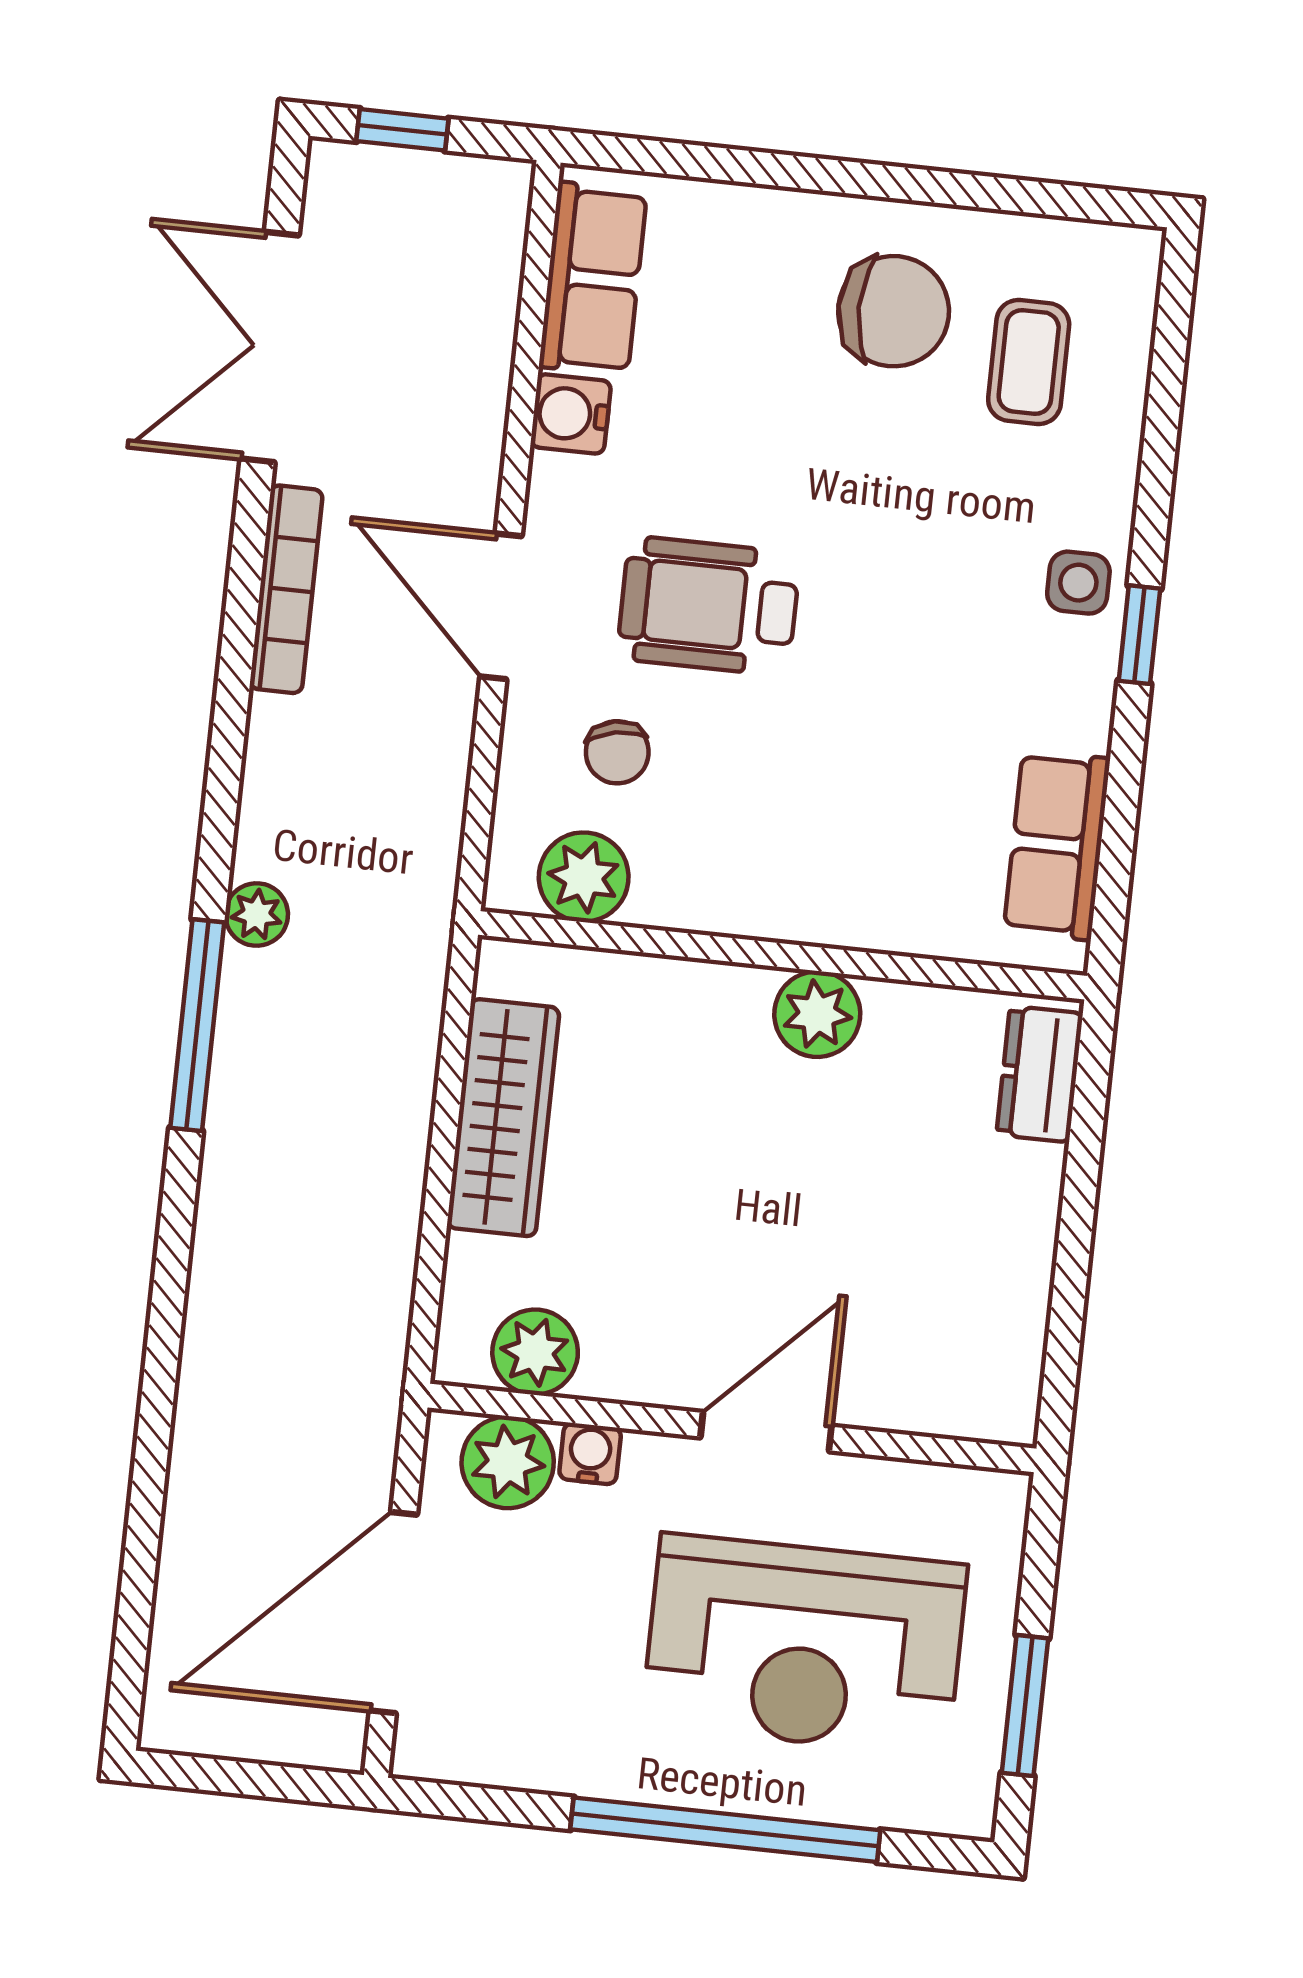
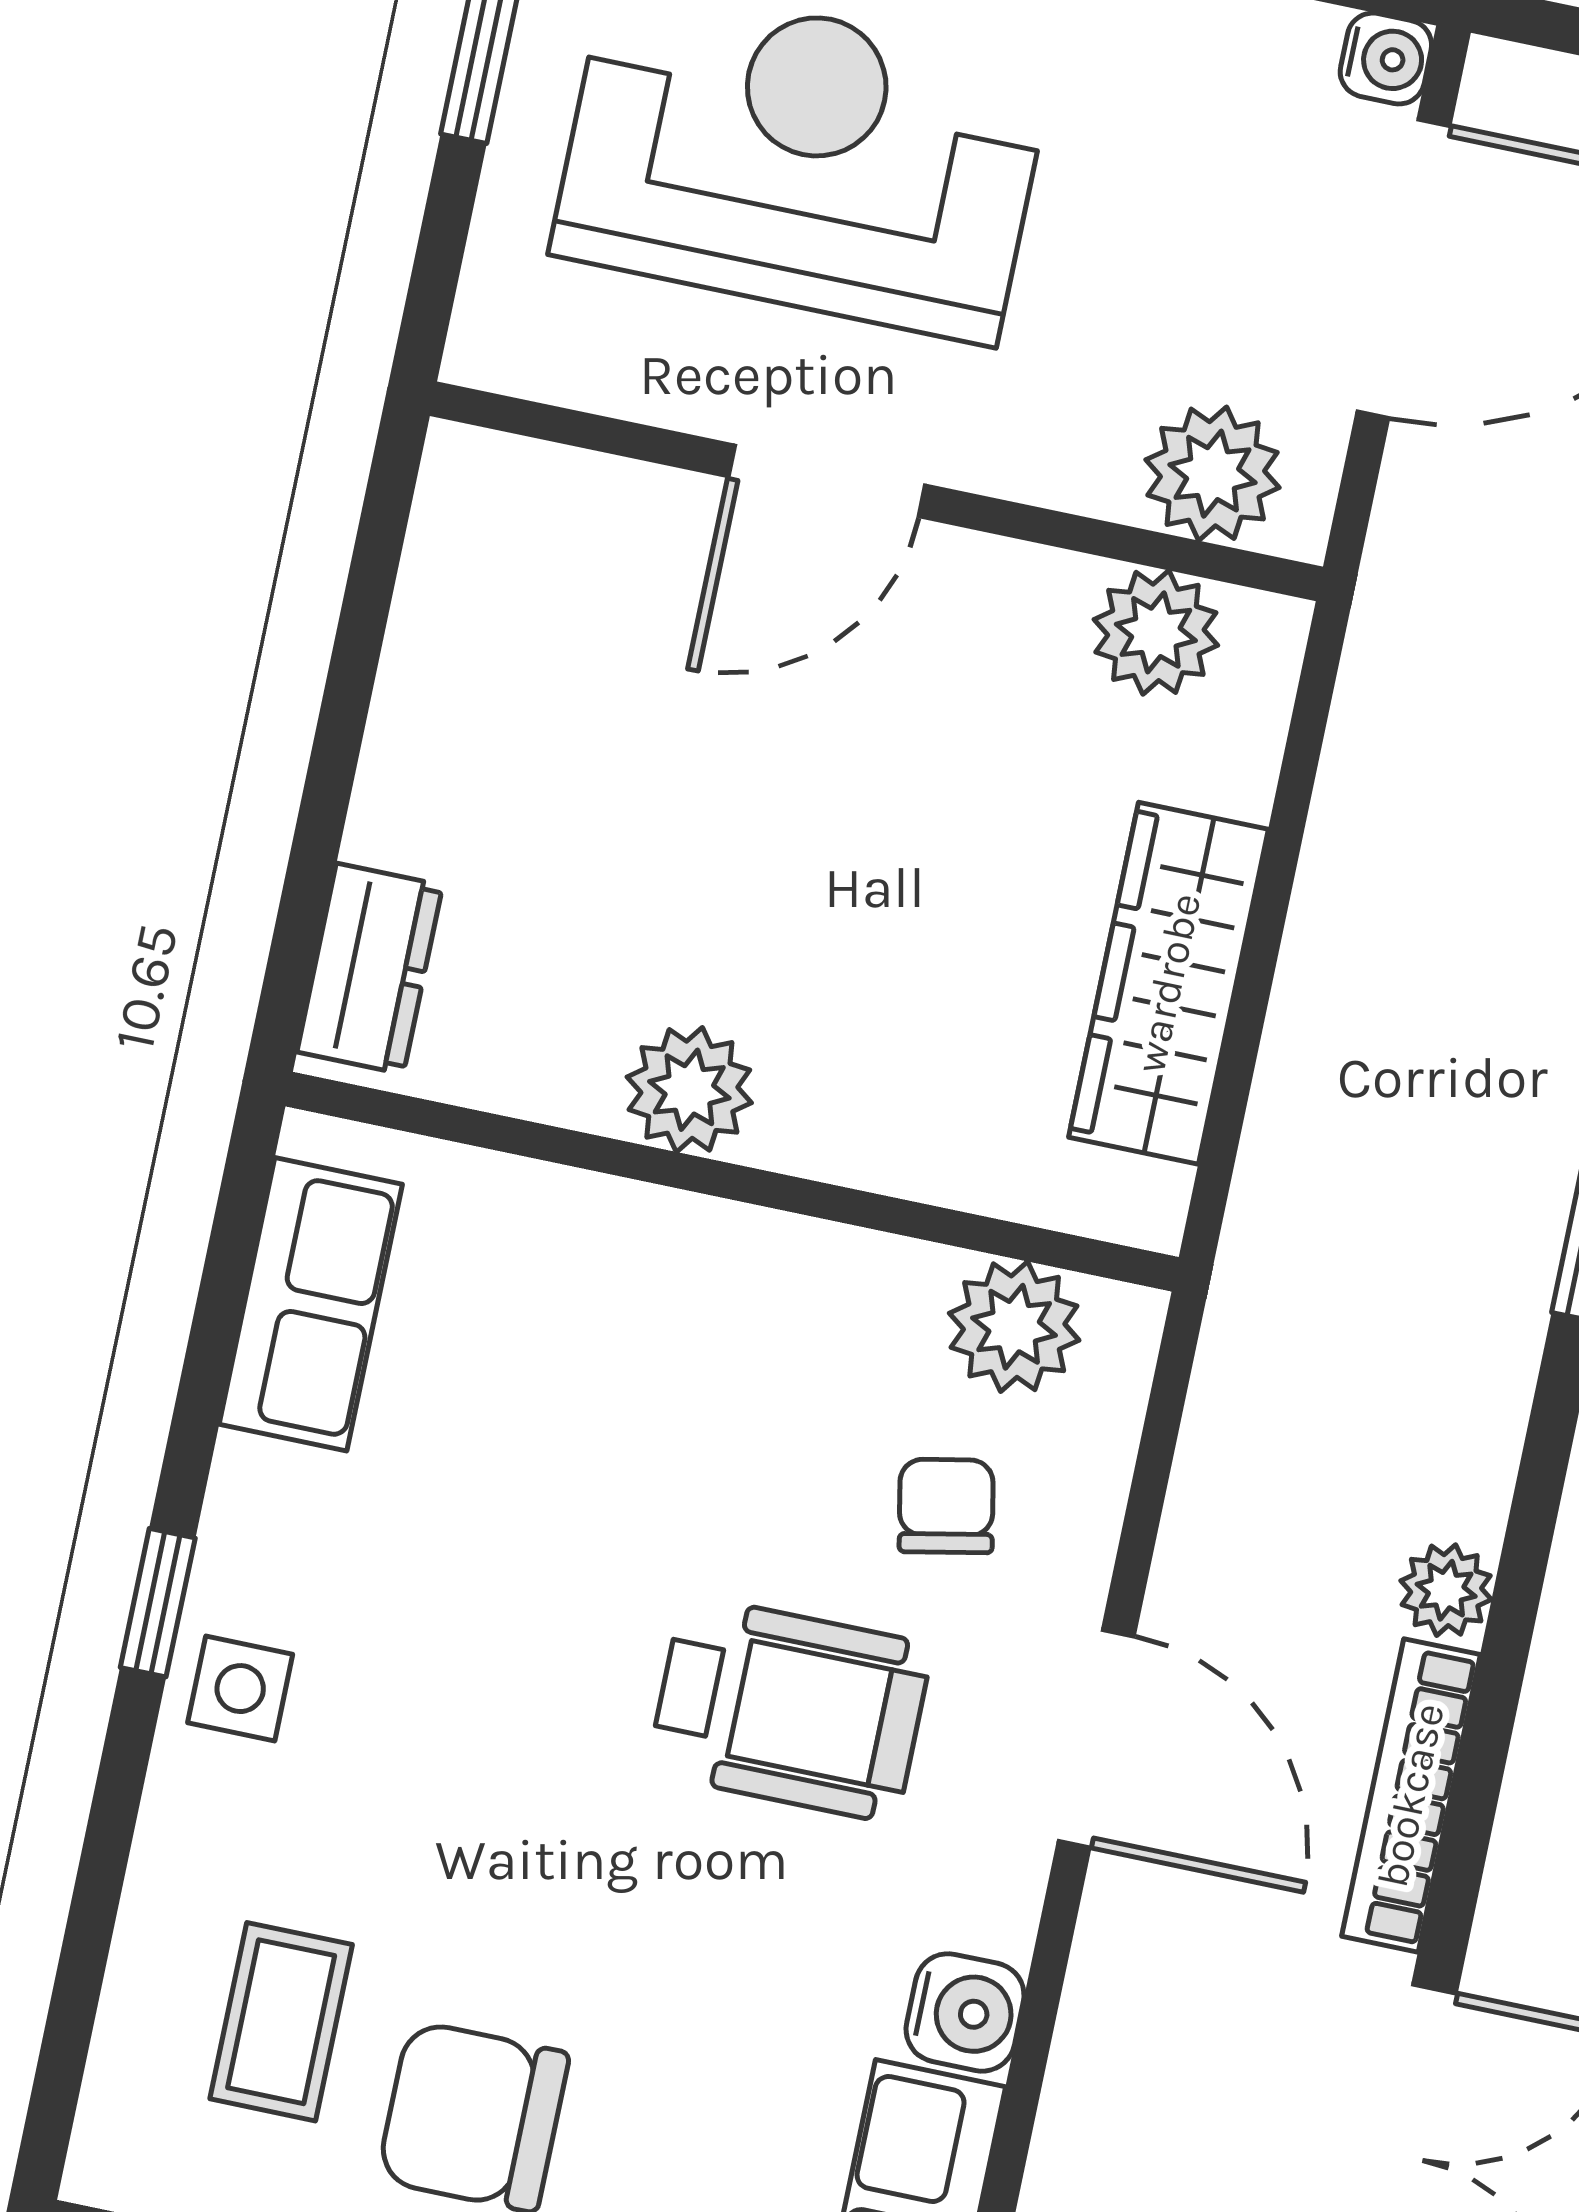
plant: (257, 914) -> (1446, 1590), moved
water cooler: (590, 1454) -> (1386, 58), moved, turned -90

